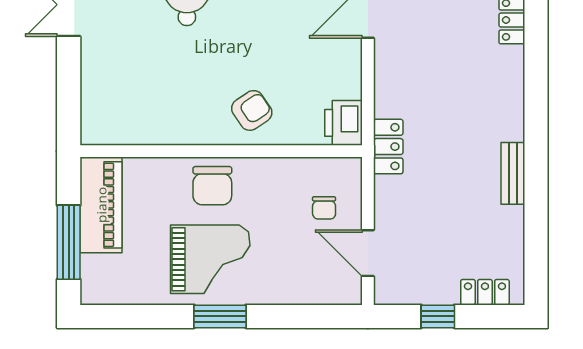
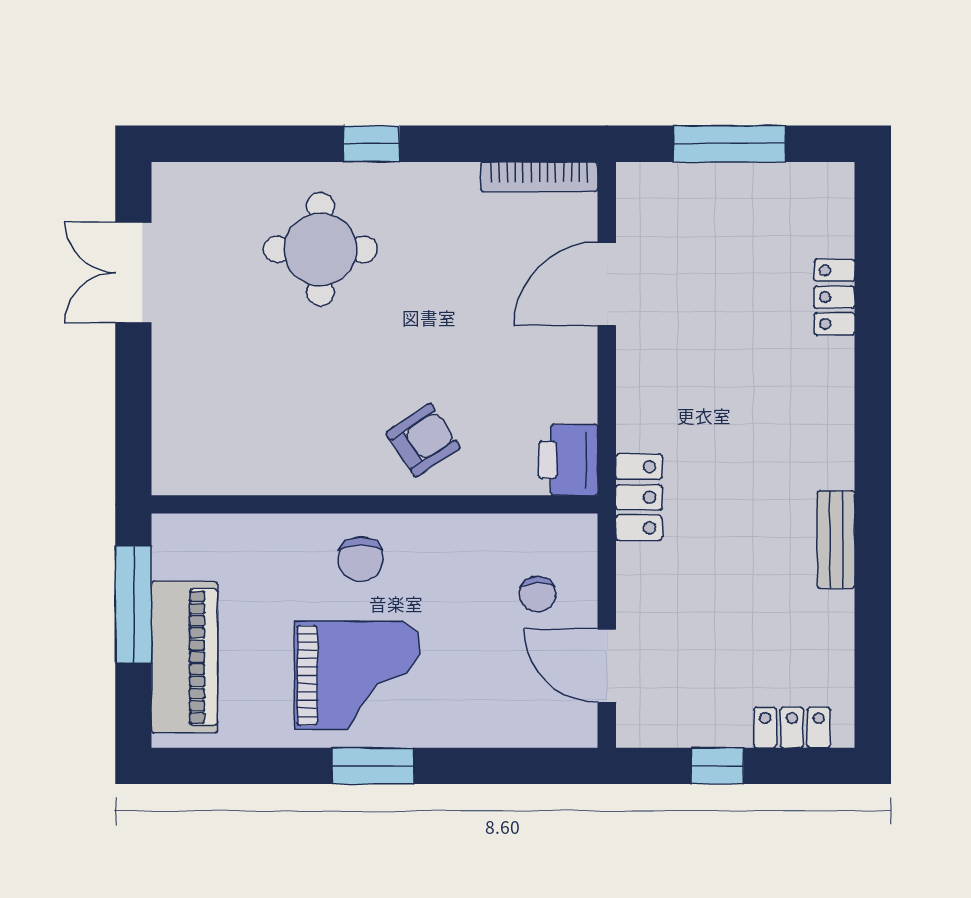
chair: (212, 186) -> (361, 559), width x0.73, depth x0.73
piano: (101, 205) -> (184, 657), moved
window: (69, 242) -> (133, 604), moved

